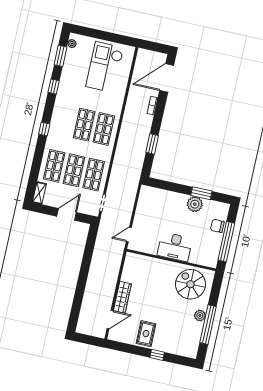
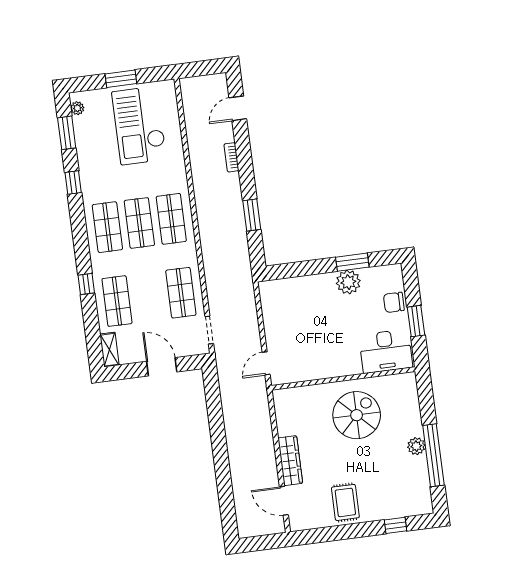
window: (104, 36) -> (121, 79), added
door: (167, 78) -> (238, 108), width x0.53
window: (44, 129) -> (86, 284), moved
shop shelf: (74, 170) -> (107, 227), moved
door: (67, 214) -> (162, 367), hinge flipped
window: (226, 242) -> (416, 321), width x0.47
desk: (175, 247) -> (386, 351), moved
spiral stairs: (191, 284) -> (357, 415), moved, turned 90
door: (110, 320) -> (284, 501), swing flipped
window: (157, 355) -> (395, 525), moved

